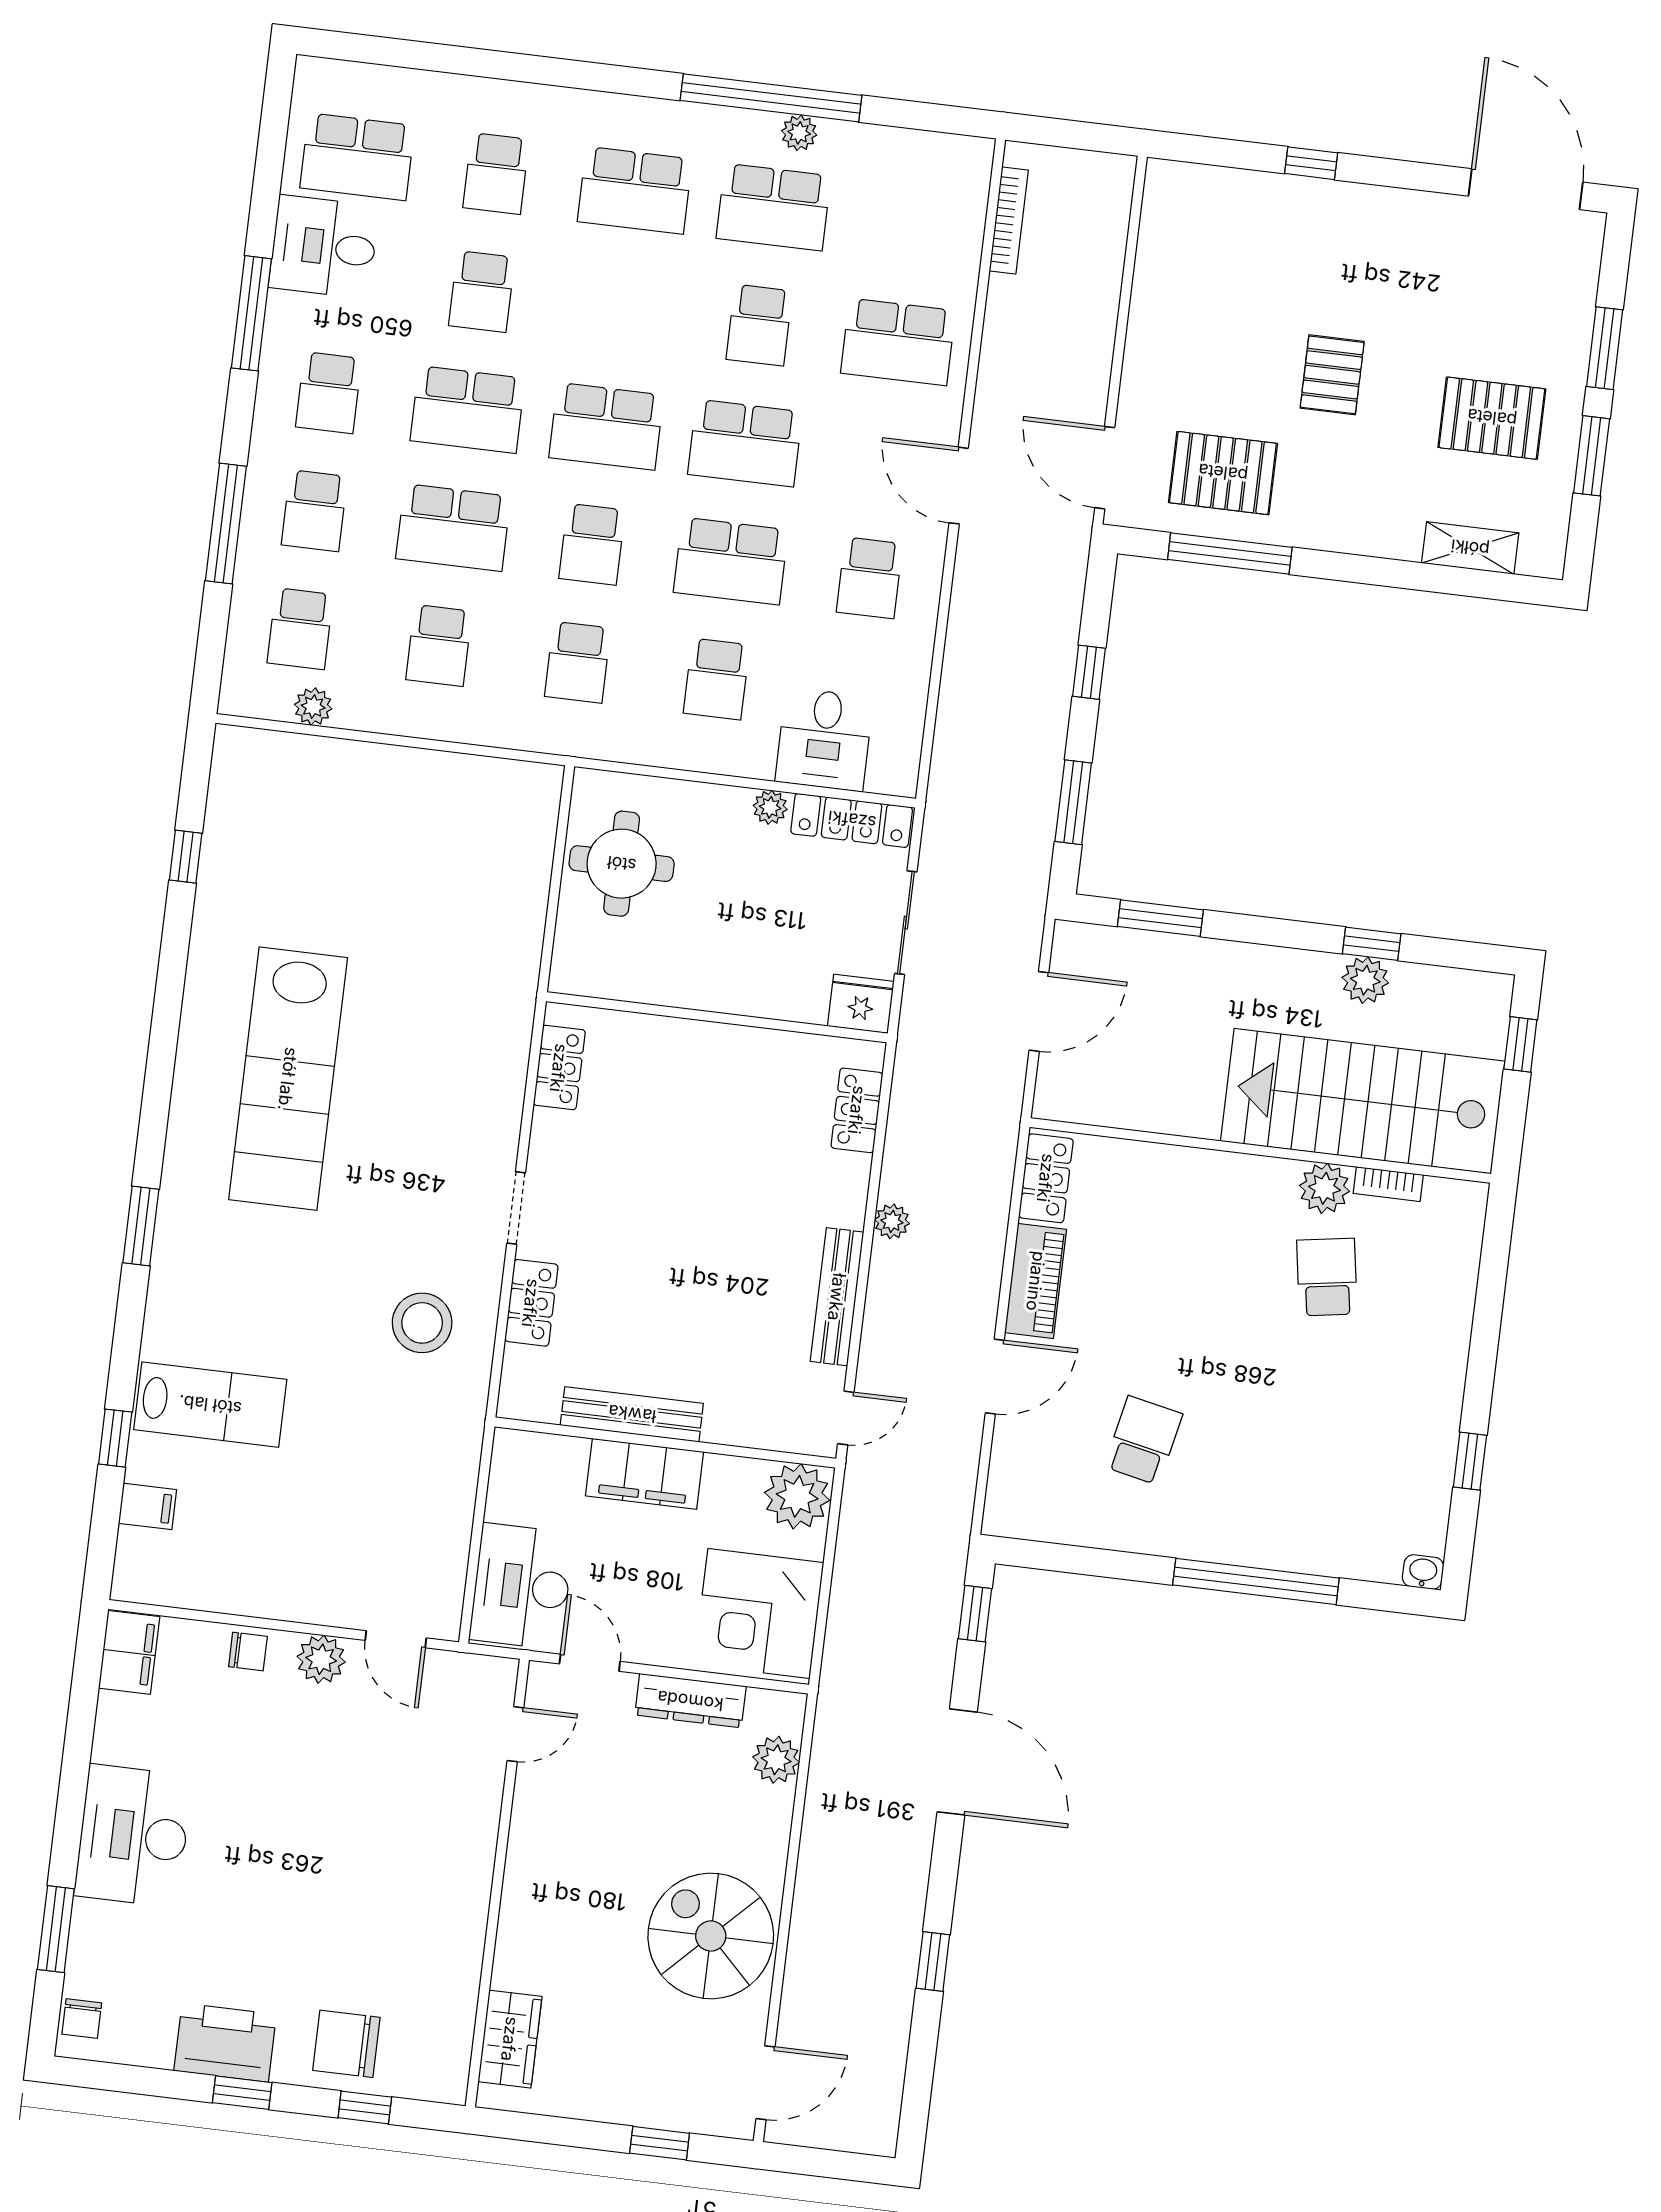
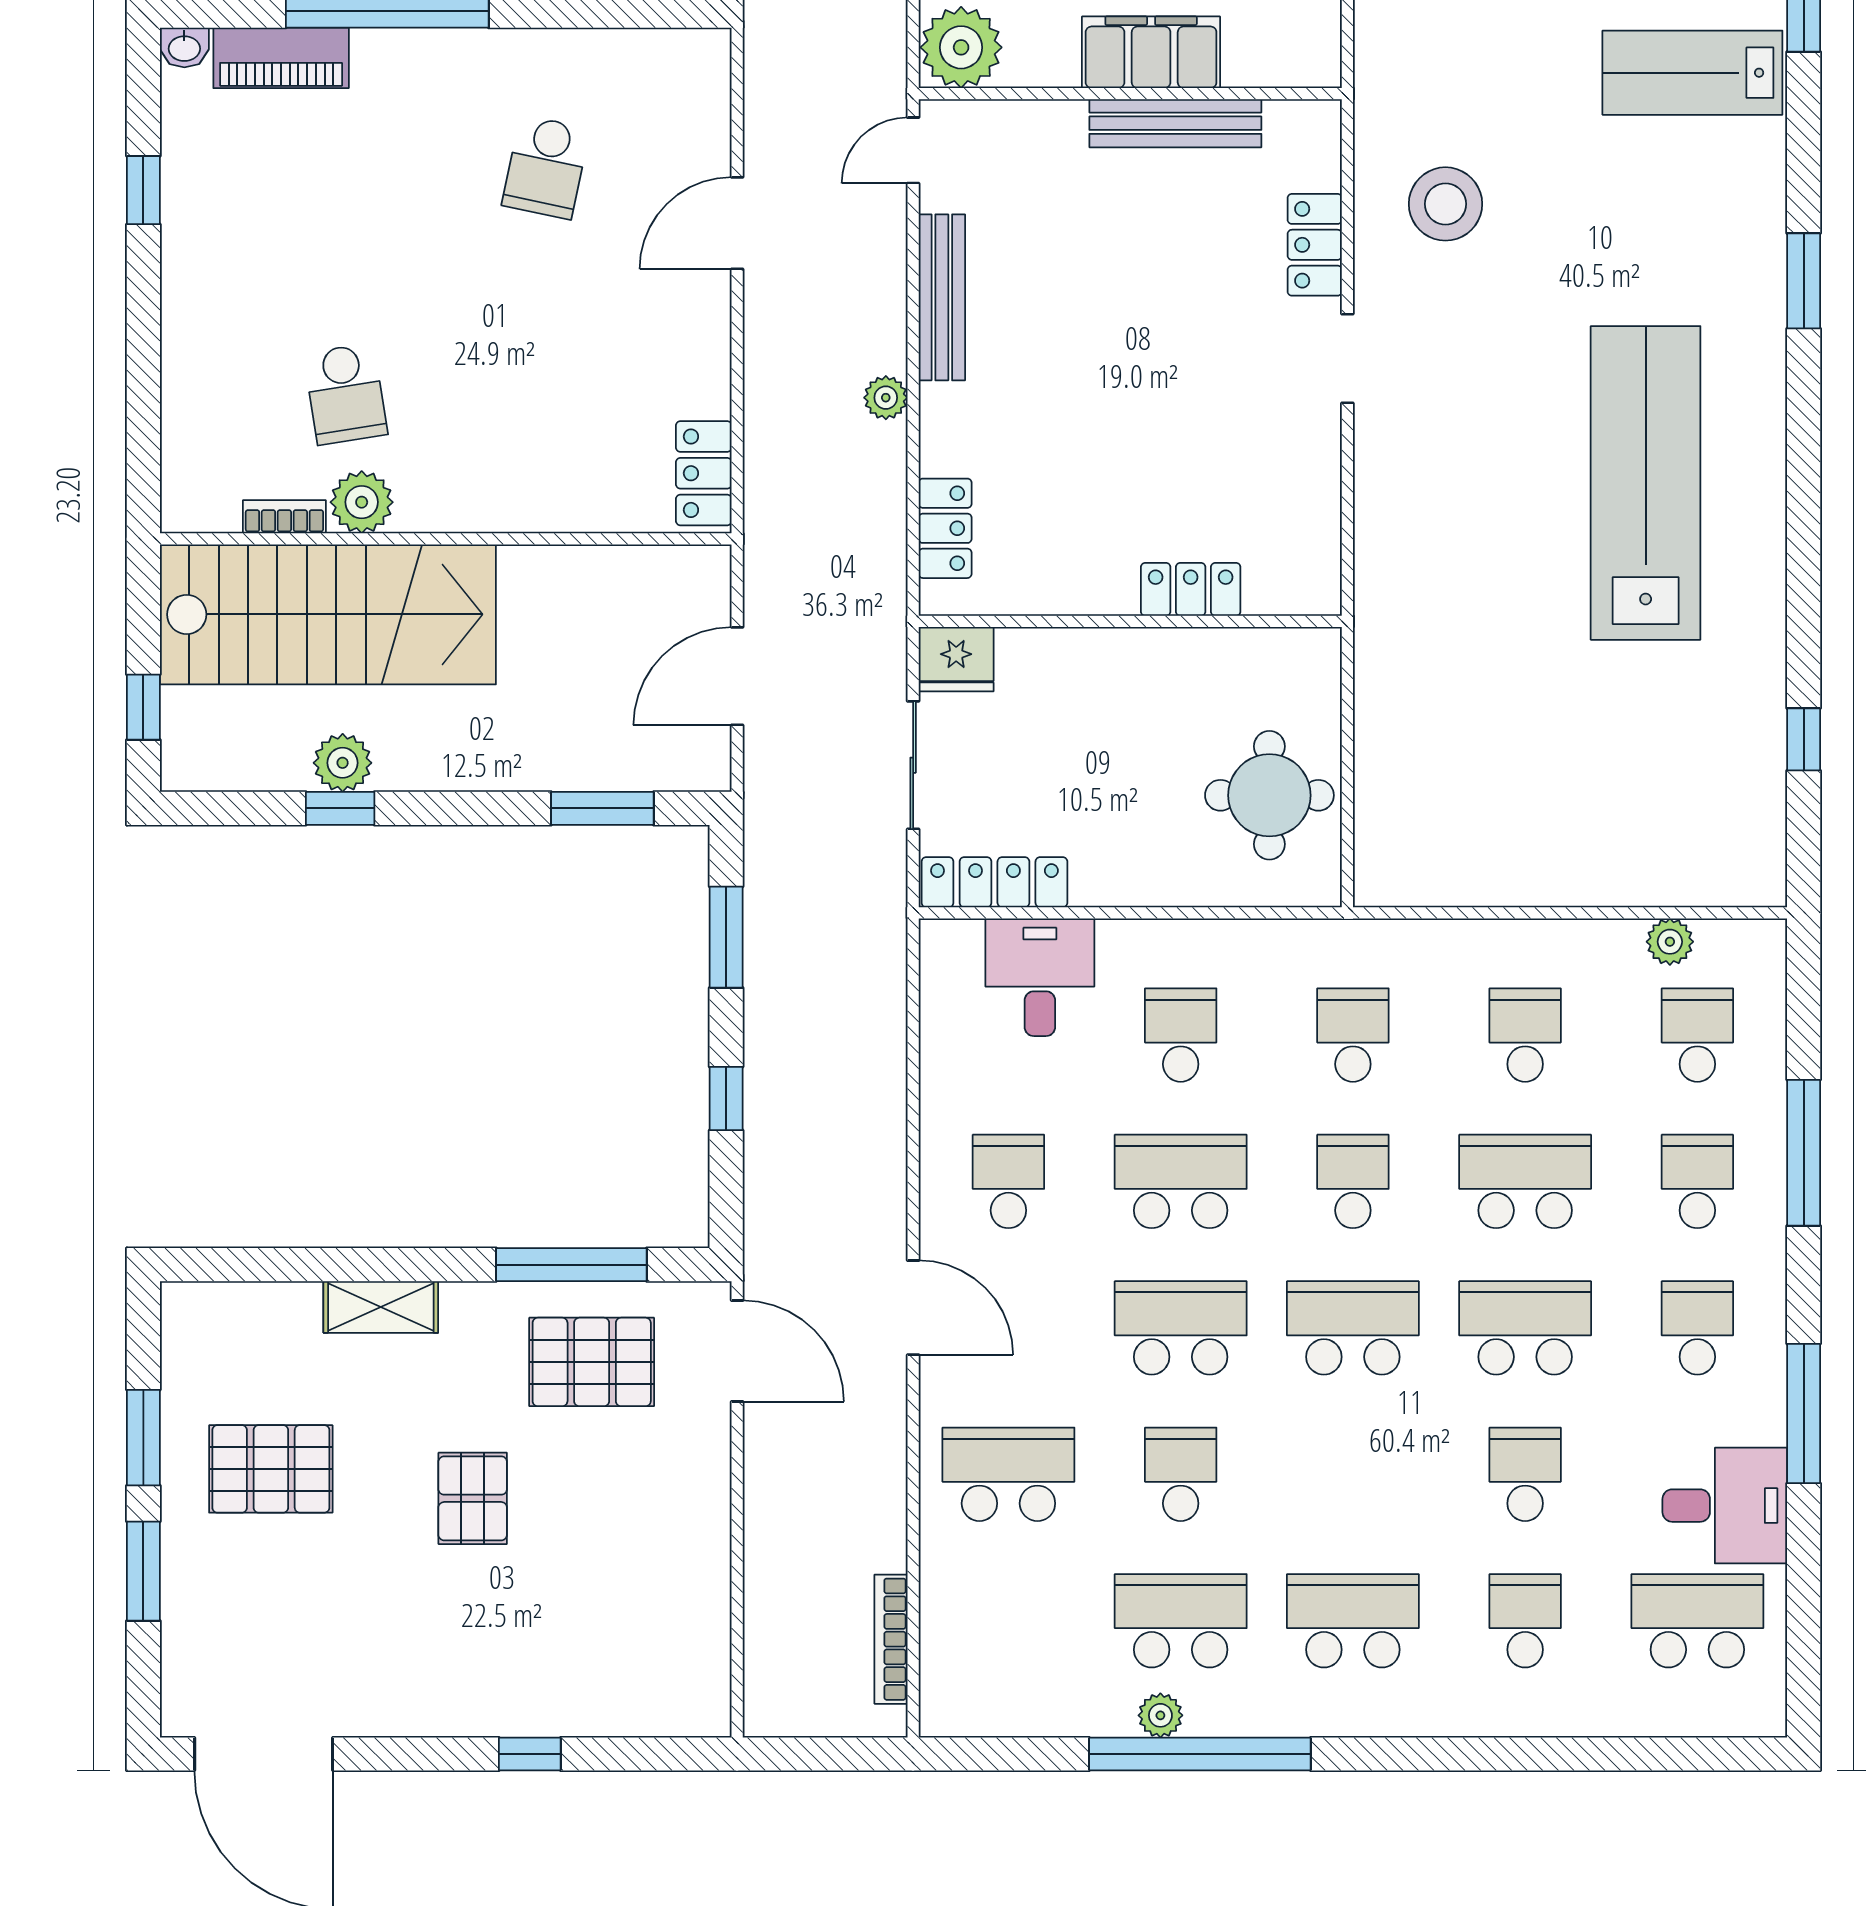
shelving: (1470, 548) -> (381, 1307), moved
plant: (770, 807) -> (1096, 886), removed
locker: (559, 1068) -> (1191, 589), moved, turned 90
piano: (1036, 1281) -> (281, 58), moved, turned -90

